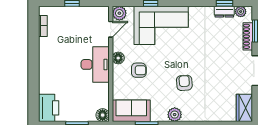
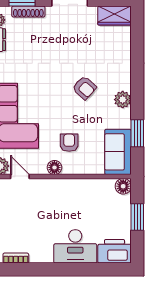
desk: (95, 64) -> (75, 246), moved, turned 180
armchair: (184, 83) -> (84, 88), turned -134

